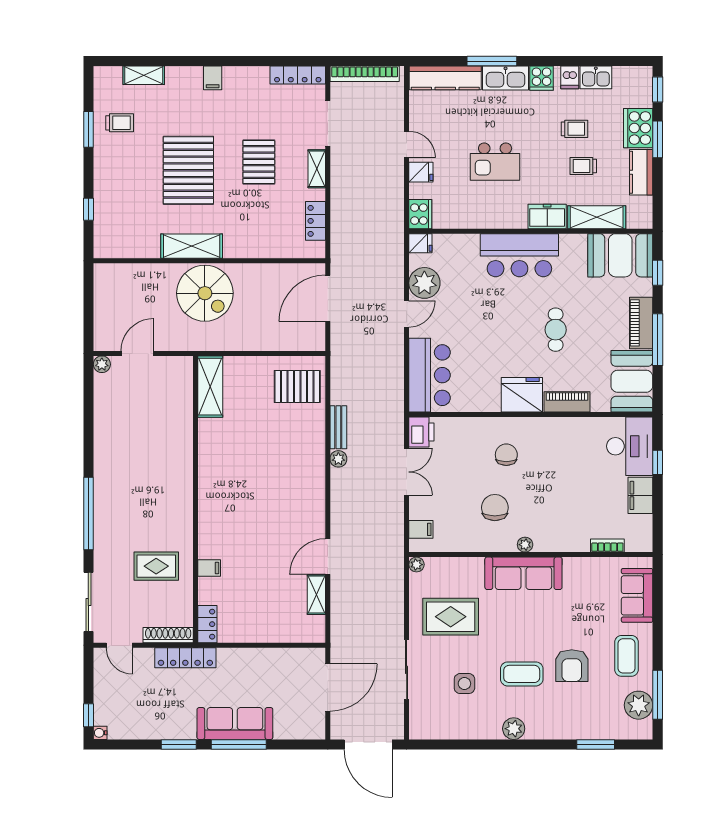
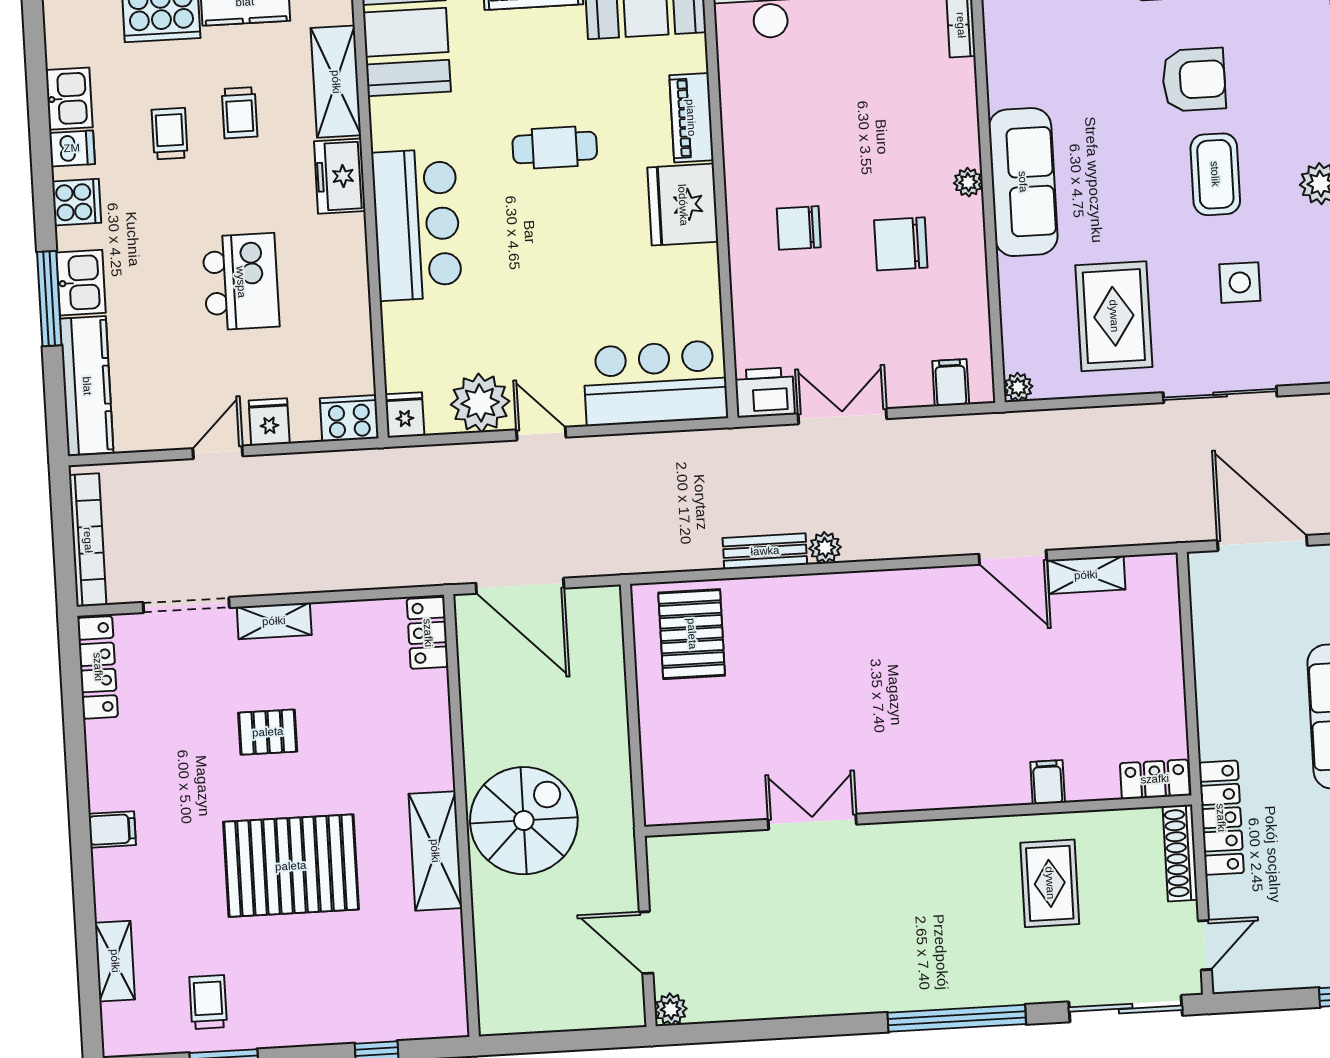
kitchen sink: (506, 78) -> (81, 283), width x0.73
pallet: (259, 162) -> (268, 732), width x0.67, depth x0.71
locker: (315, 221) -> (428, 633), moved, turned 90
shelving: (210, 387) -> (701, 800), removed
double door: (196, 444) -> (812, 822), added

